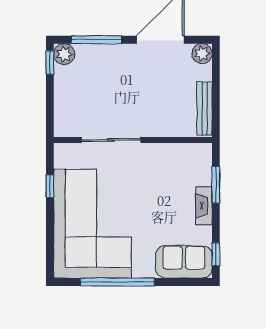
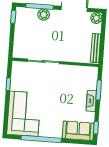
plant: (64, 54) -> (44, 15), moved
corner sofa: (93, 224) -> (24, 114), width x0.73, depth x0.74

